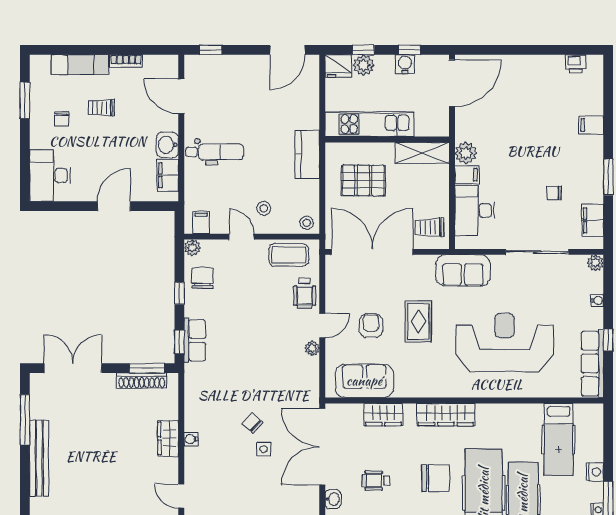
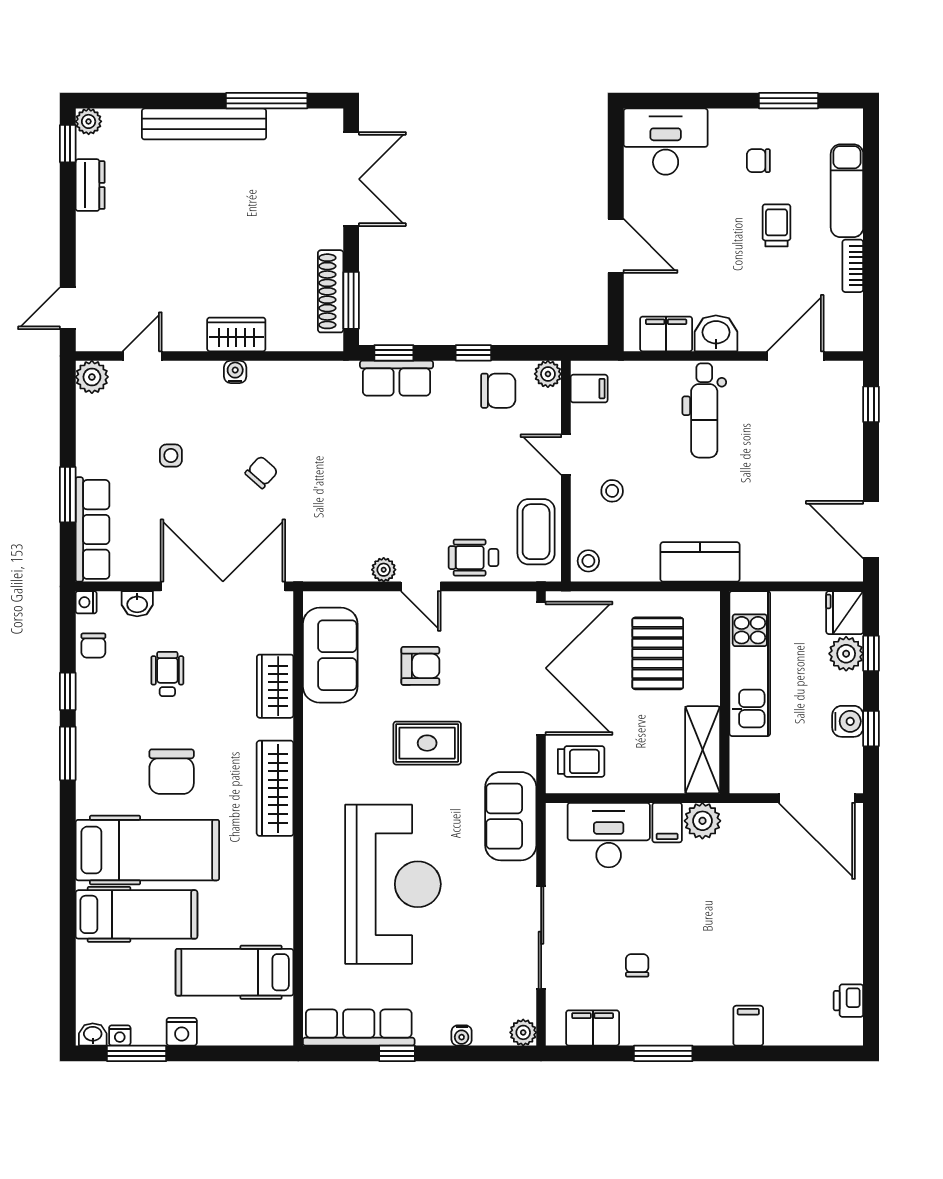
trolley: (429, 227) -> (581, 761), turned 90
door: (242, 237) -> (566, 455), swing flipped
side table: (264, 449) -> (171, 456), moved

